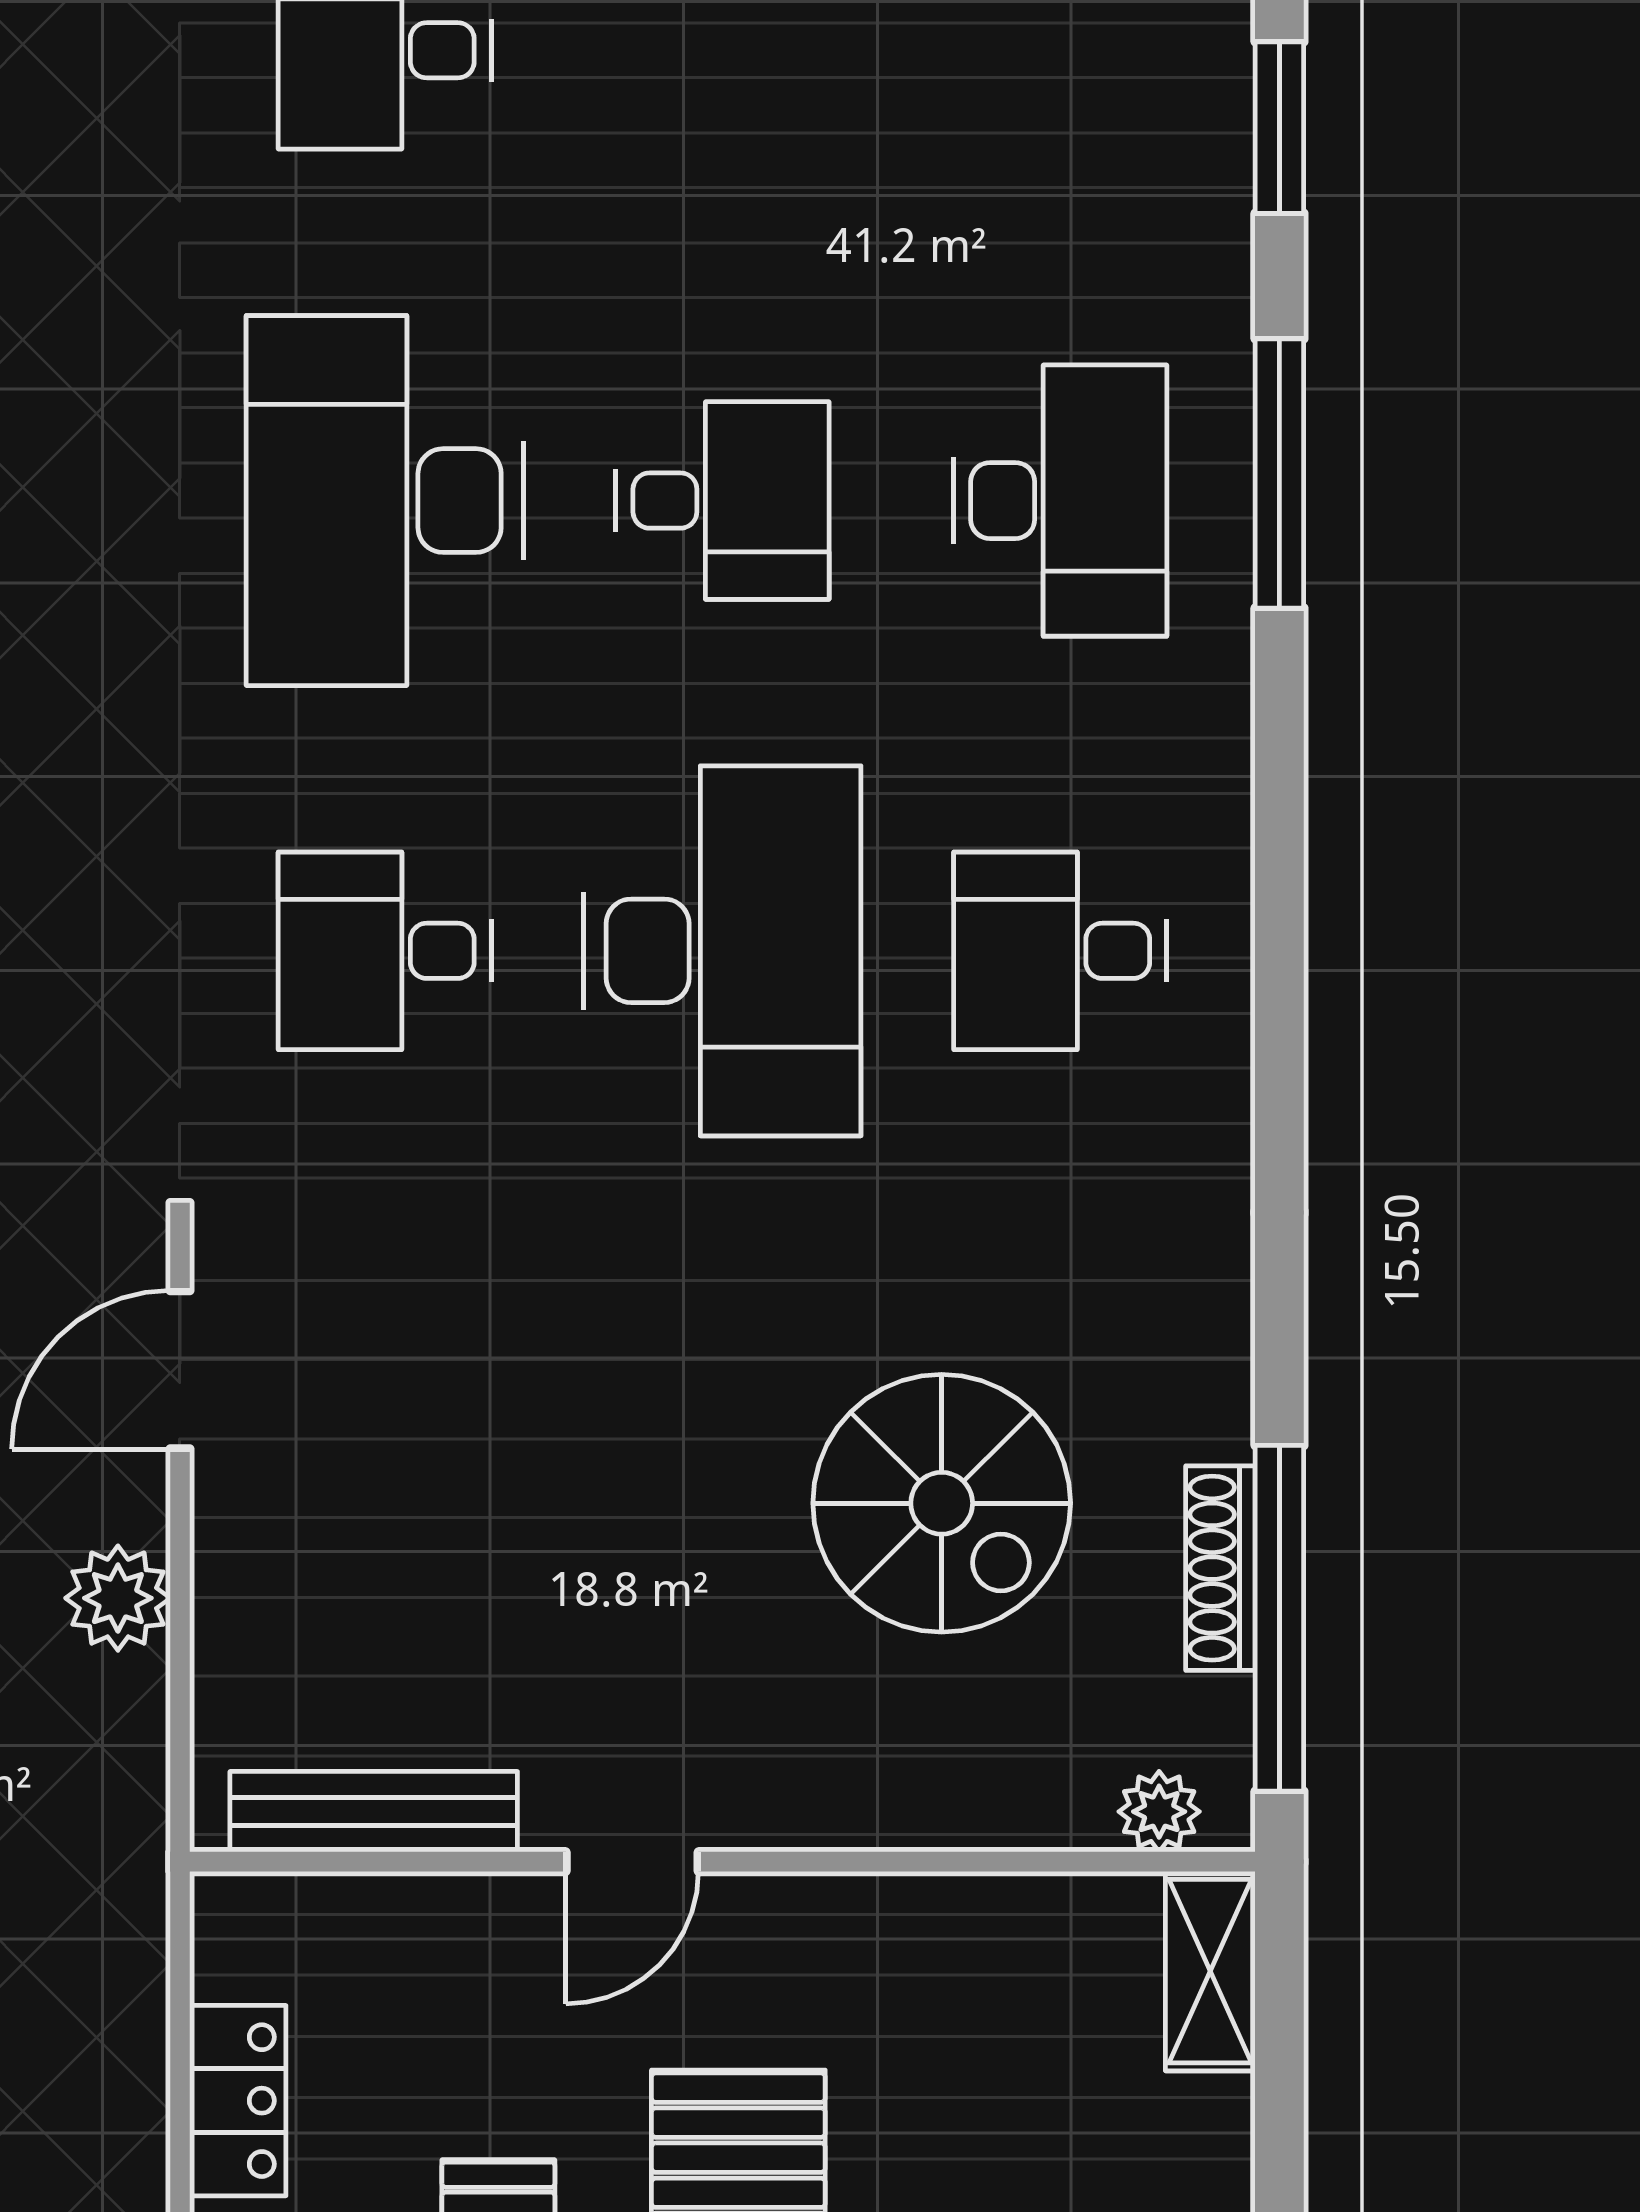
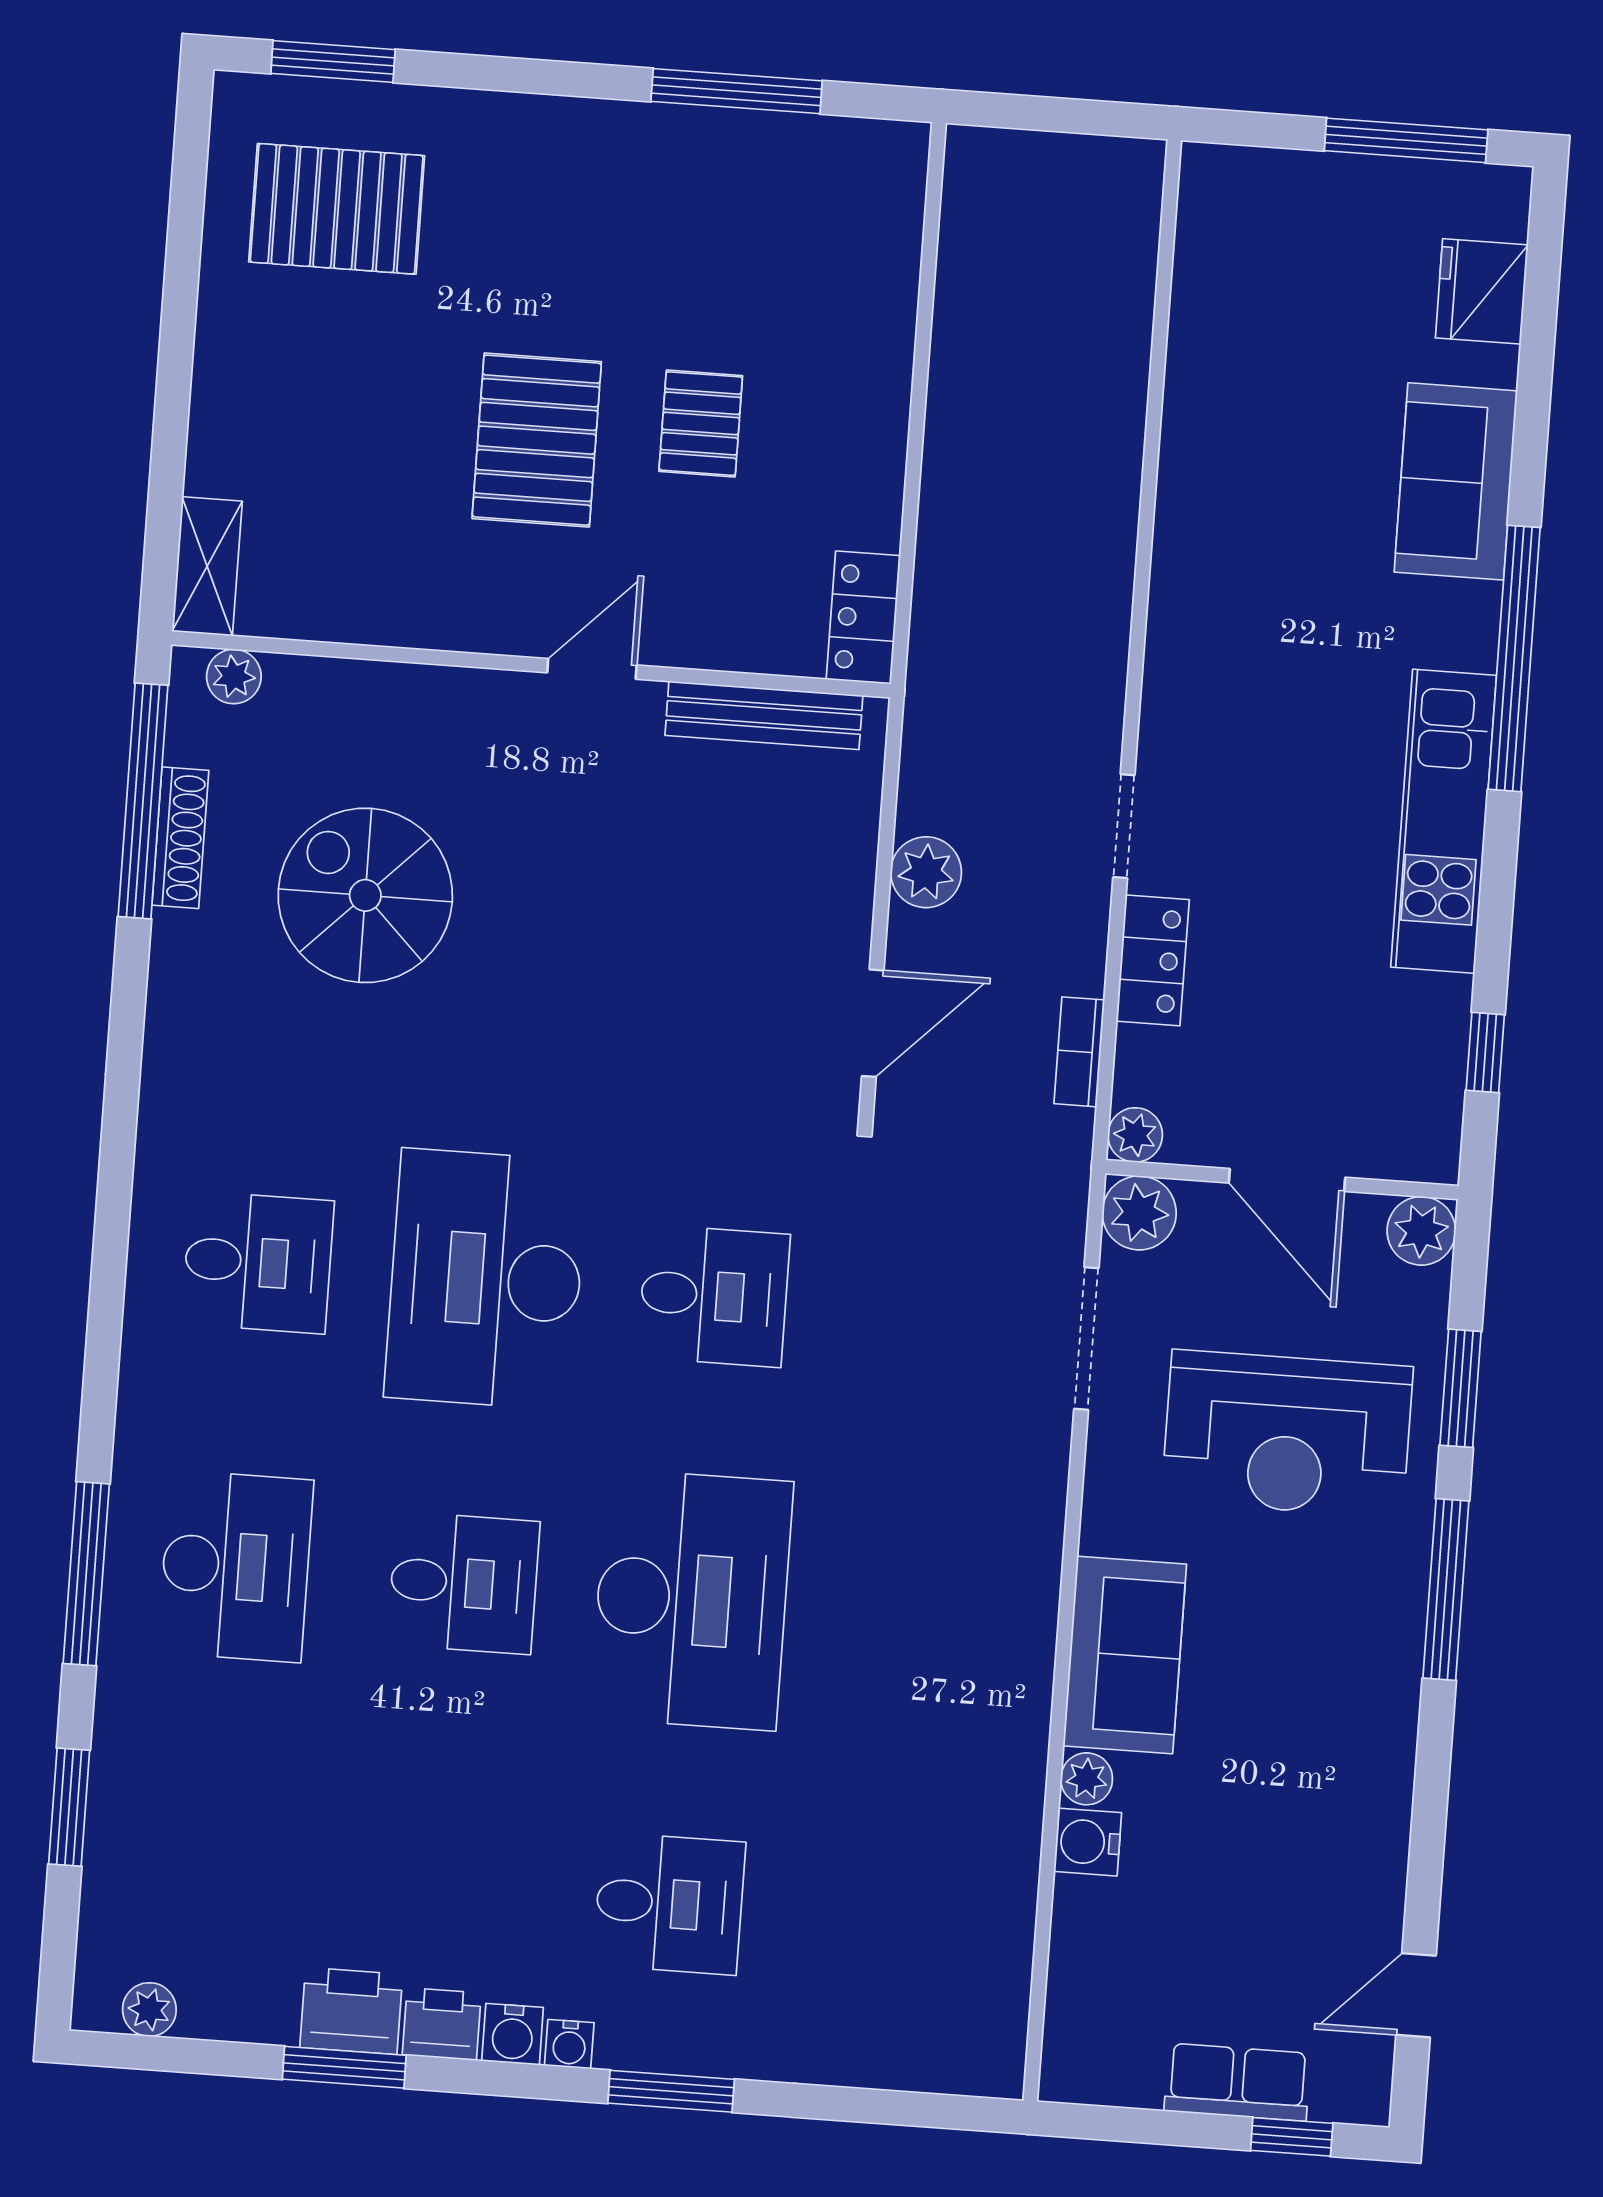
desk: (722, 501) -> (464, 1583), turned 180
desk: (1060, 501) -> (236, 1566), turned 180
locker: (238, 2101) -> (863, 618), moved

